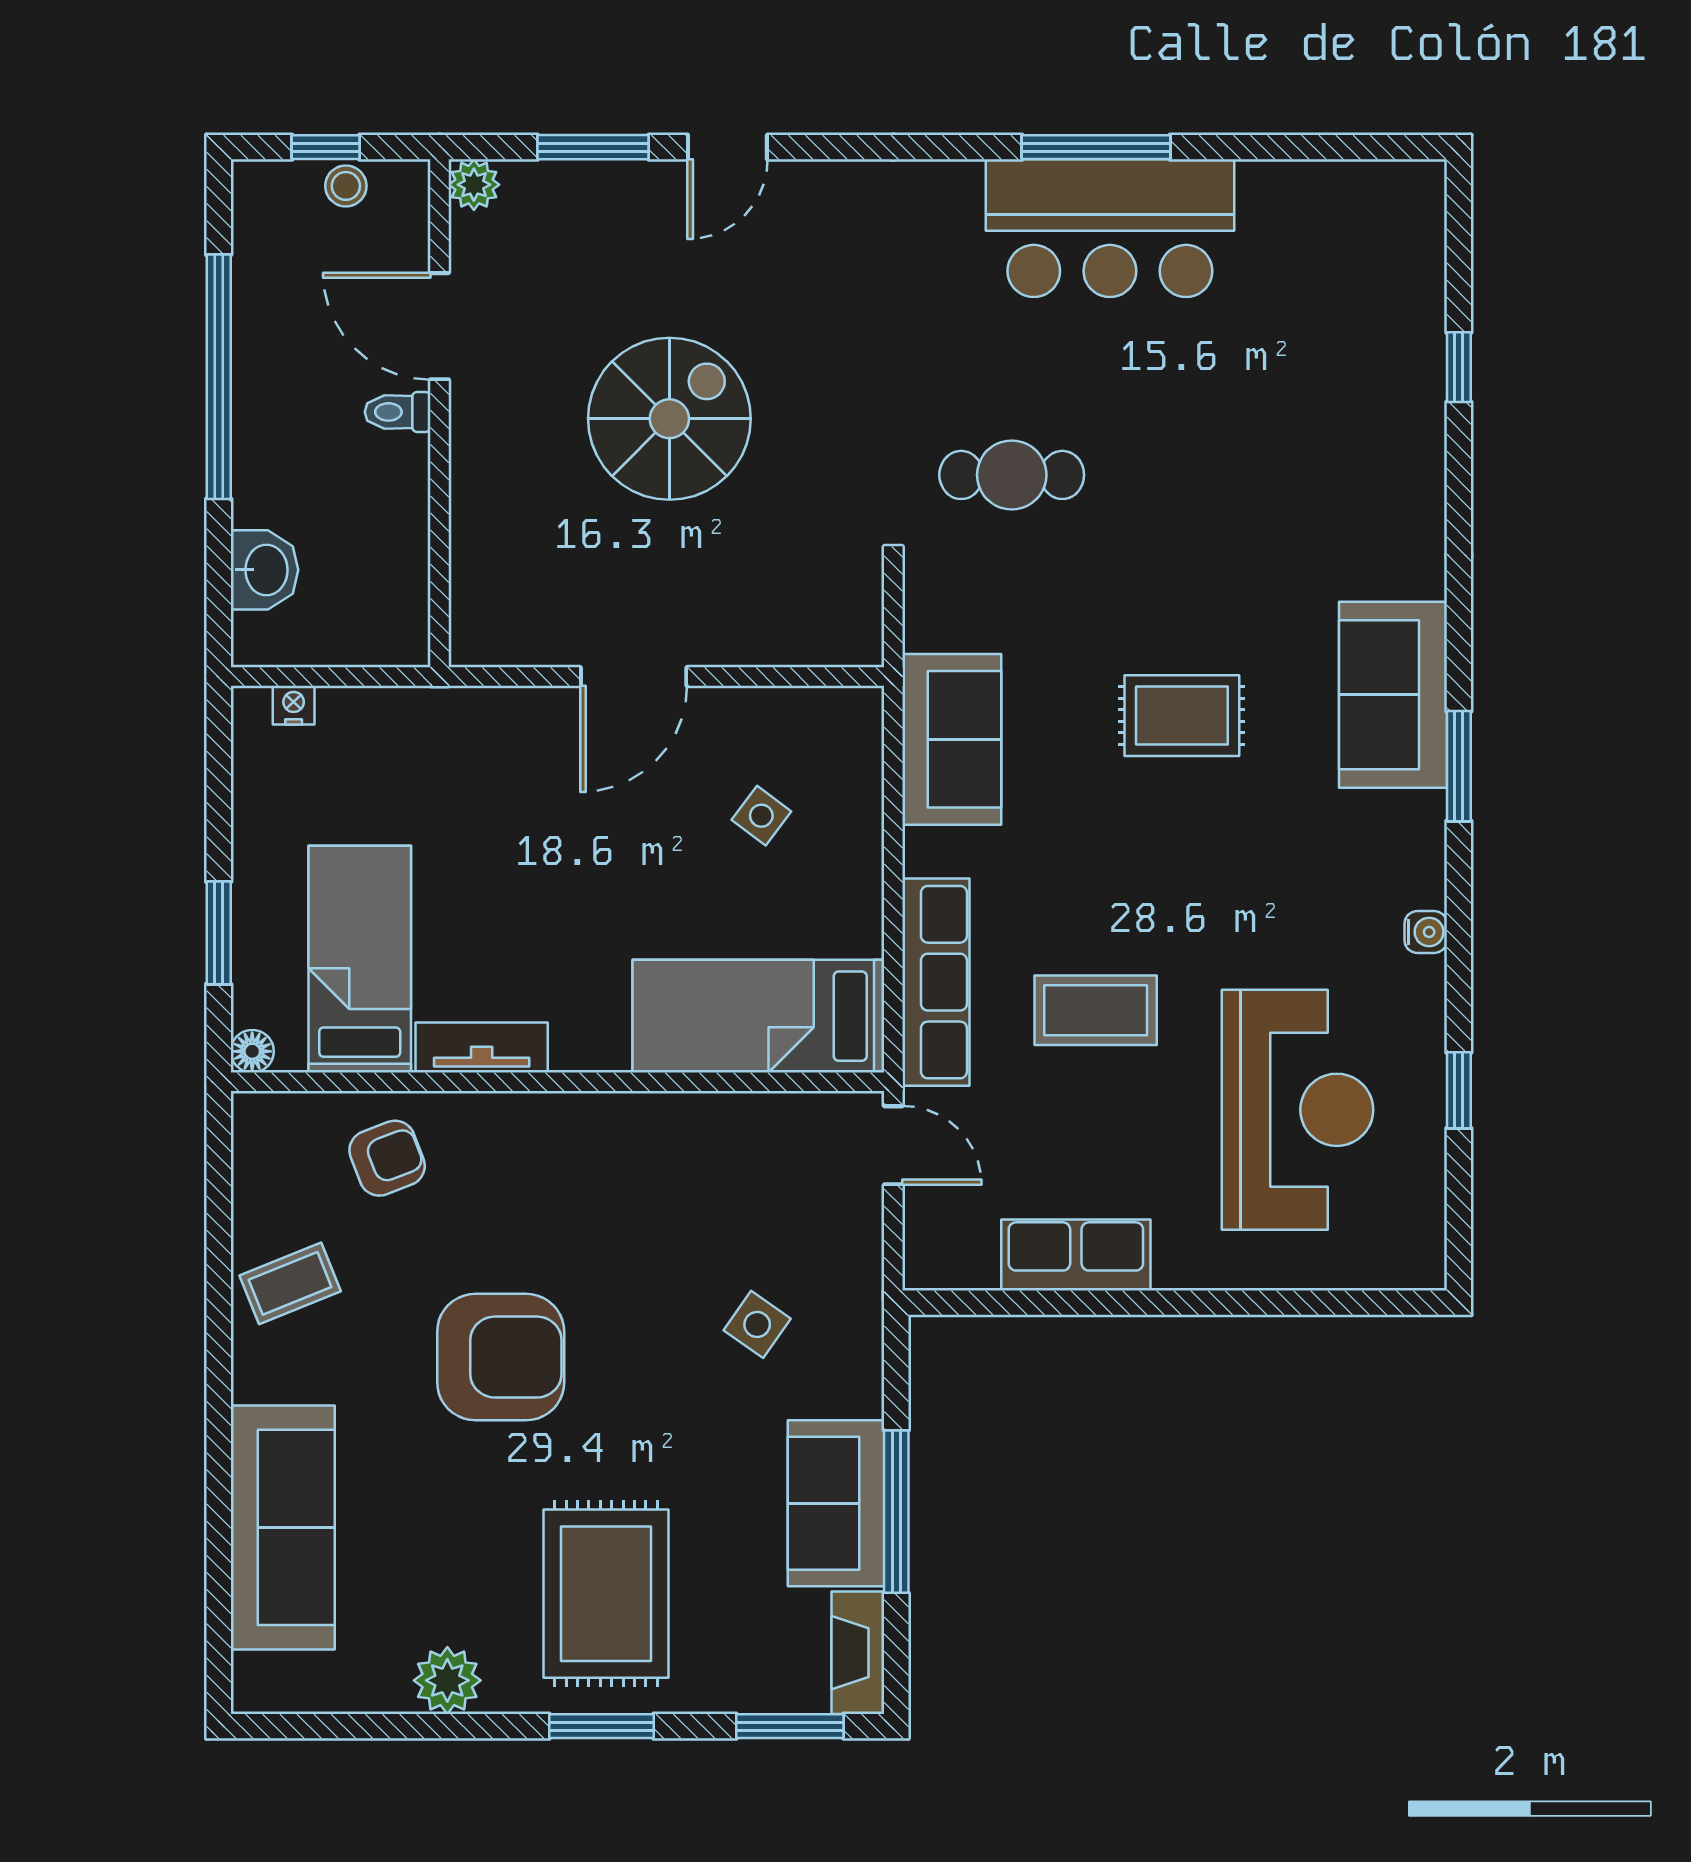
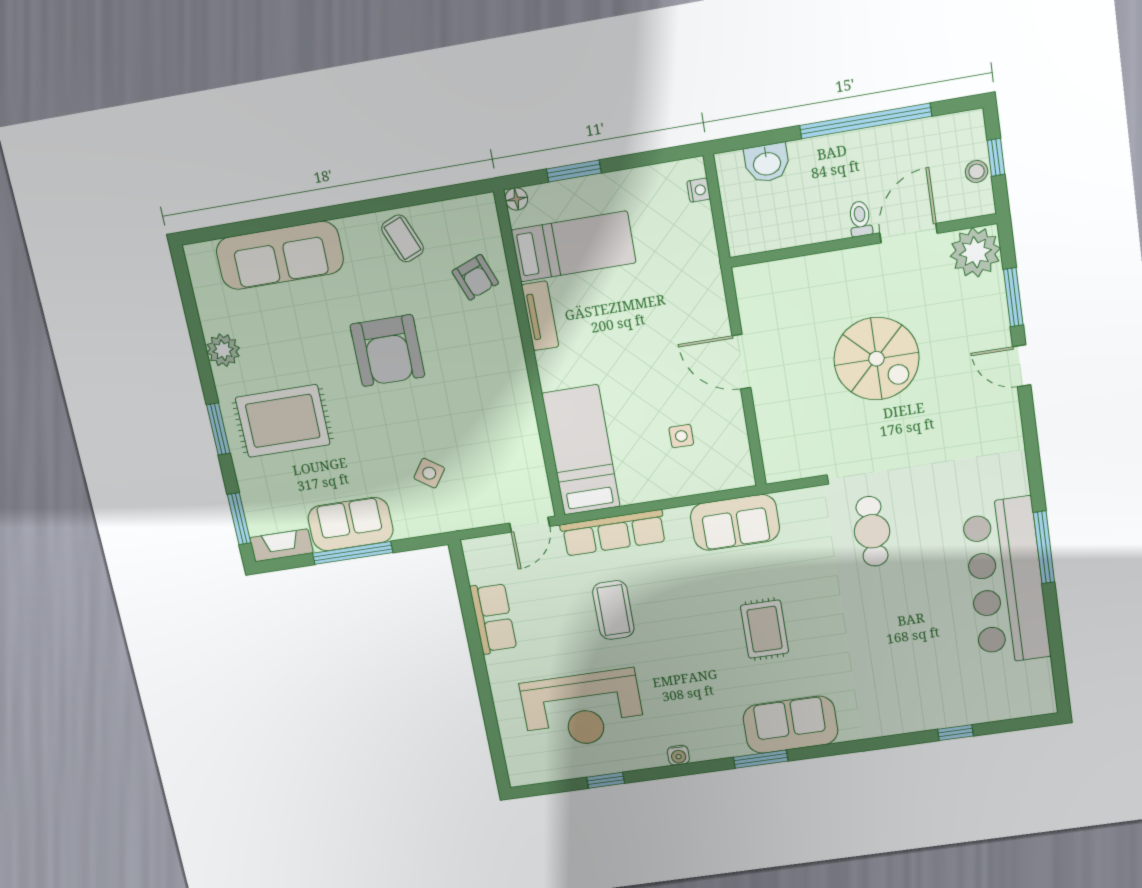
plant: (474, 185) -> (975, 252), width x1.88, depth x1.88
bar counter: (1110, 228) -> (1006, 582), width x1.36
side table: (761, 816) -> (681, 436), turned -37

